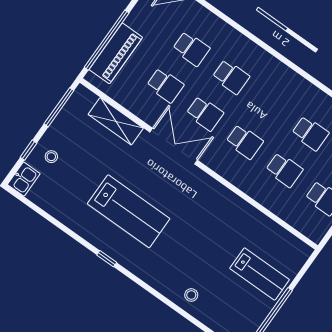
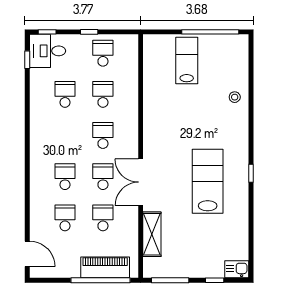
stool: (51, 157) -> (208, 261), removed

